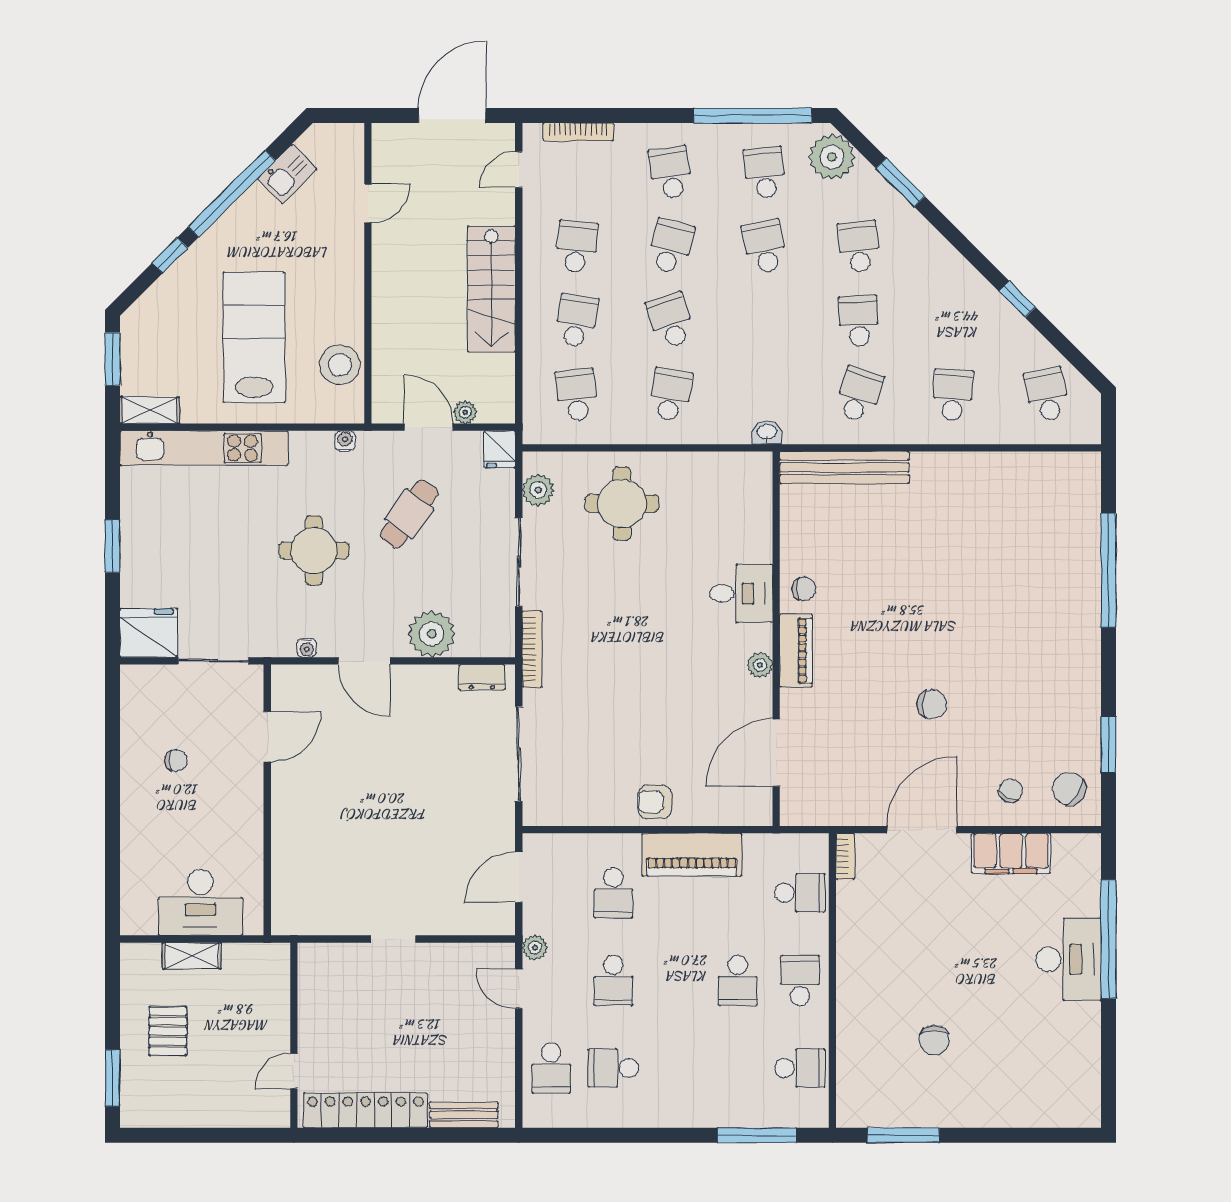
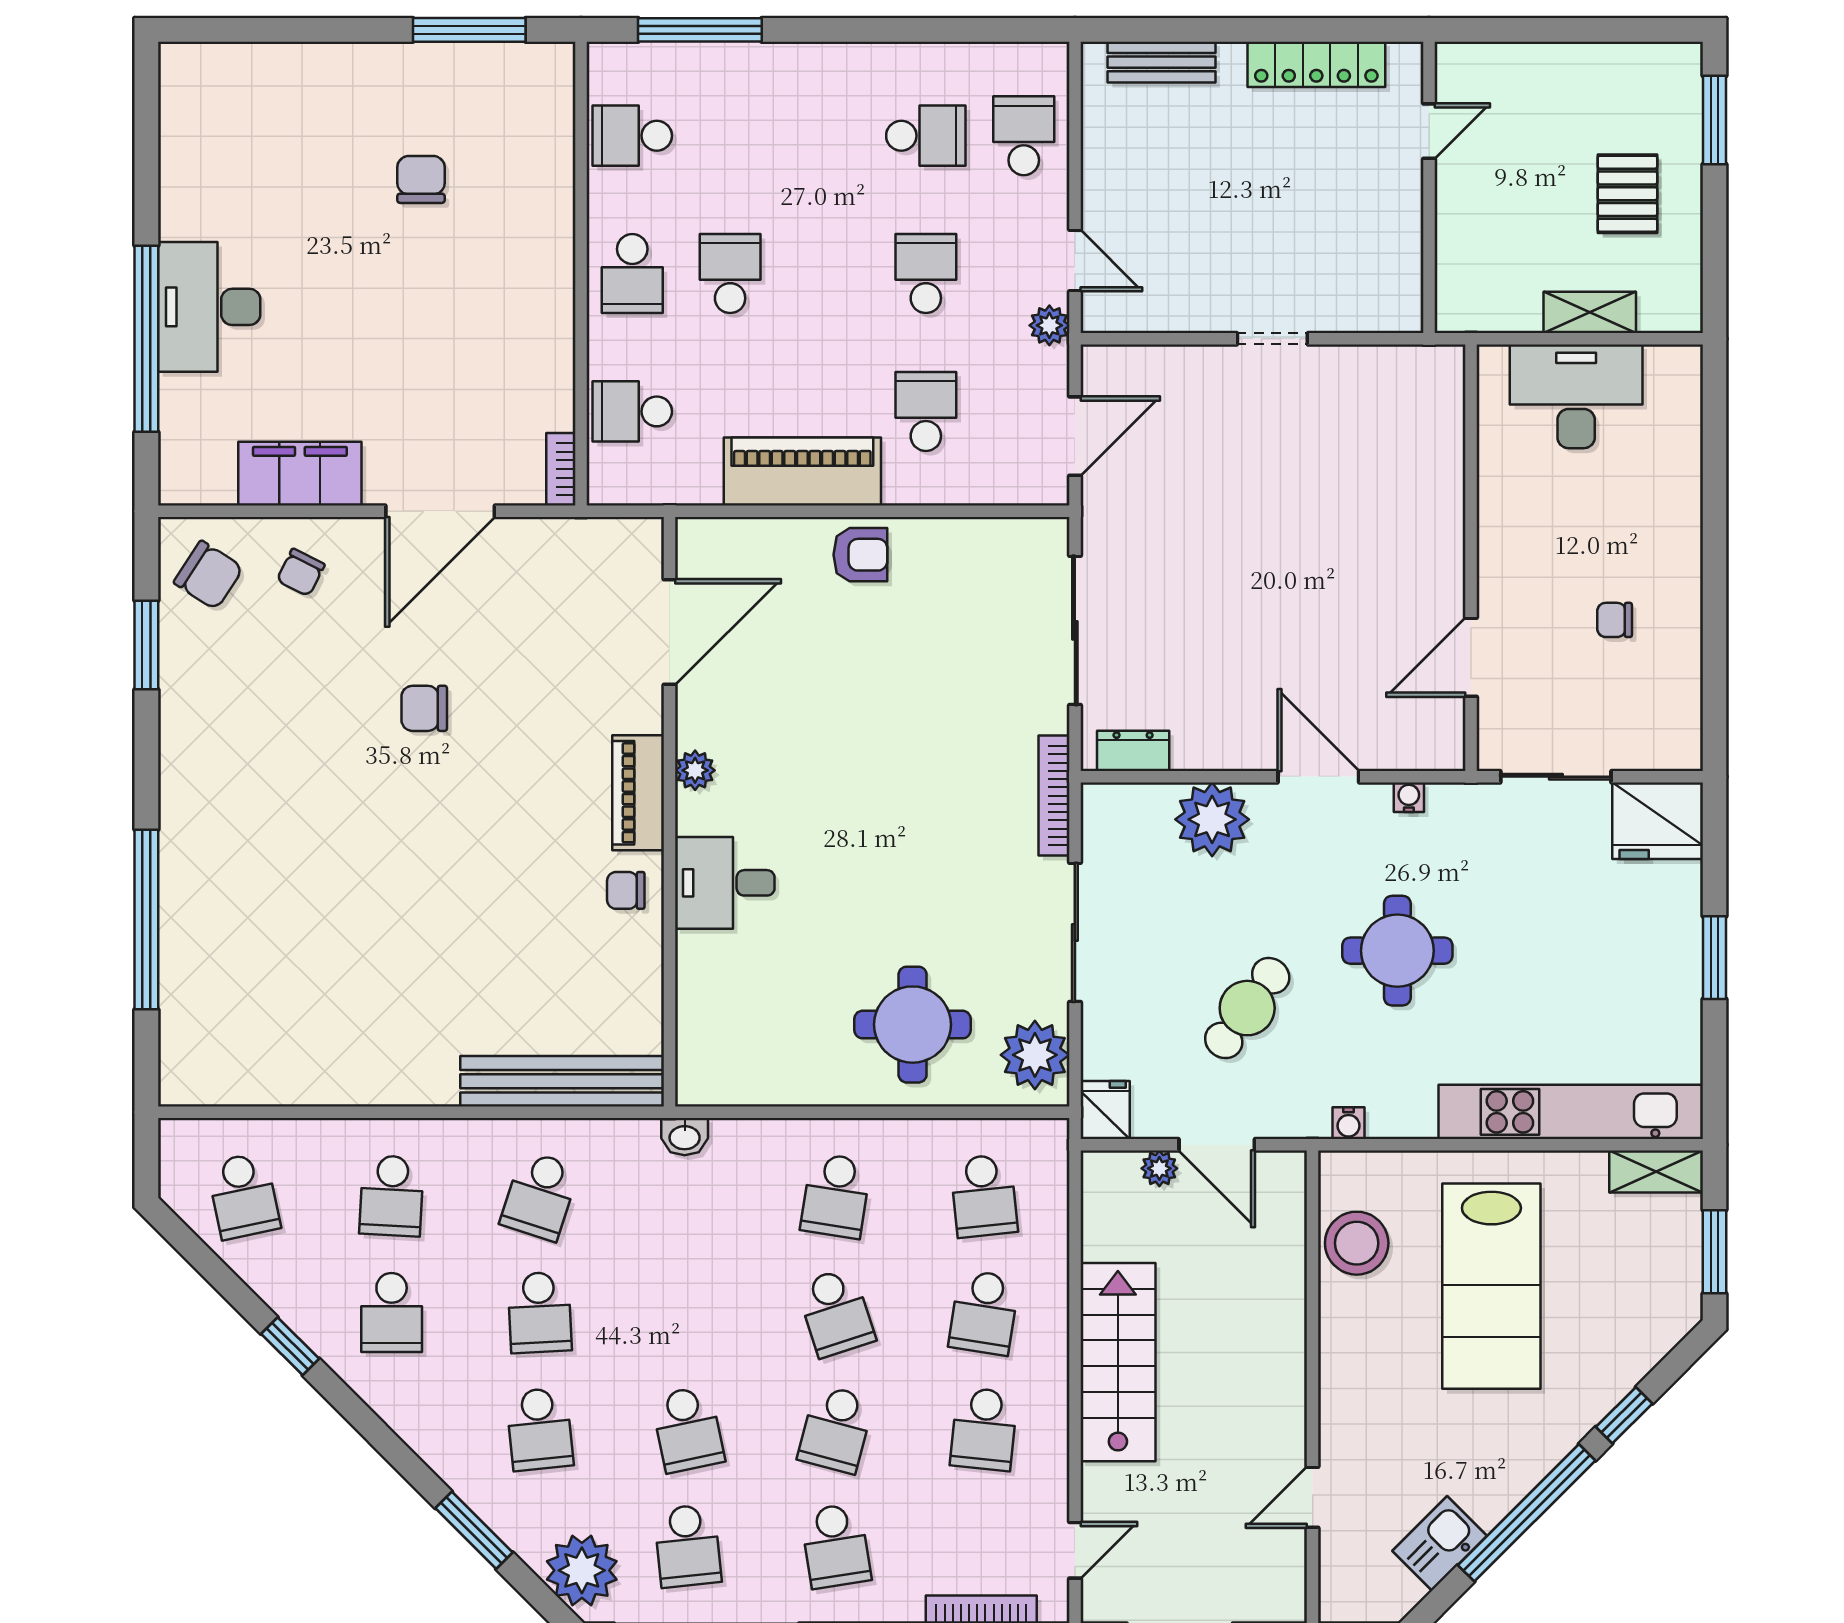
school desk: (953, 321) -> (392, 1312), added
plant: (538, 490) -> (1035, 1055), width x1.36, depth x1.36
locker: (365, 1110) -> (1316, 64), width x0.71, depth x0.83

